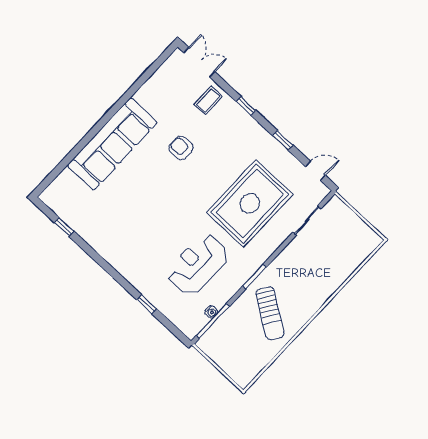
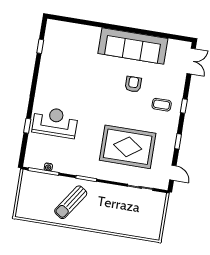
coffee table: (208, 101) -> (162, 105), moved
sofa: (112, 144) -> (133, 46), moved
reception desk: (198, 264) -> (55, 122), moved

